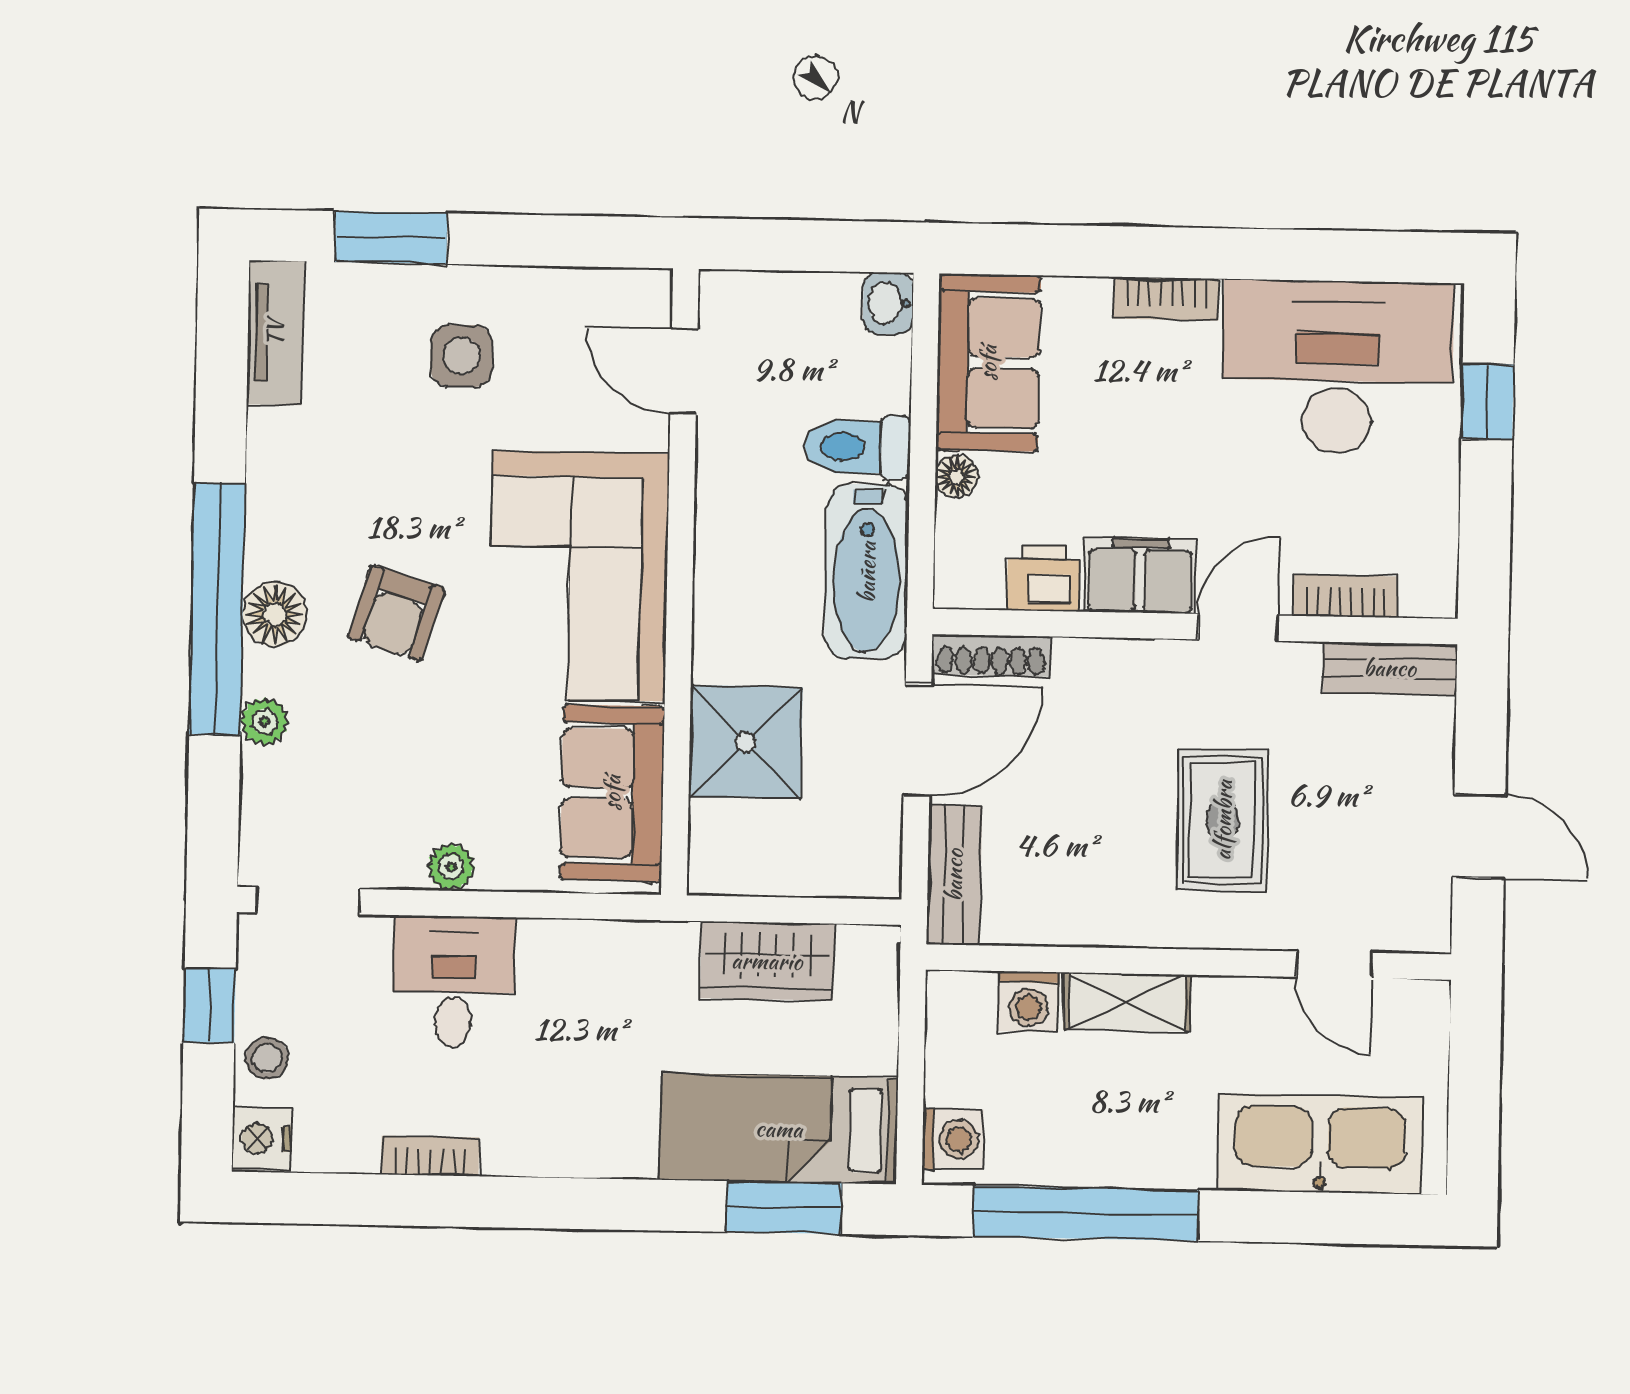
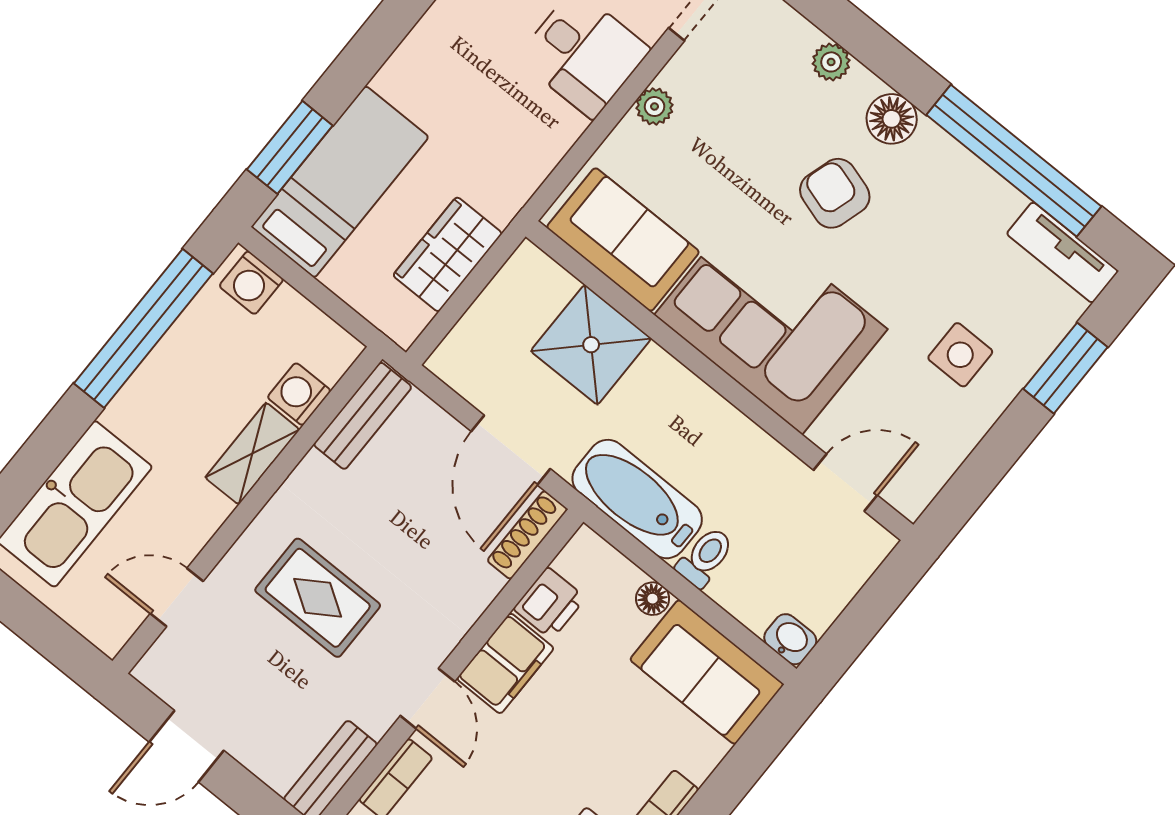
toilet: (858, 447) -> (705, 557), width x0.73, depth x0.72
window: (217, 609) -> (1014, 161), moved
bench: (954, 875) -> (363, 416), moved, turned 90

